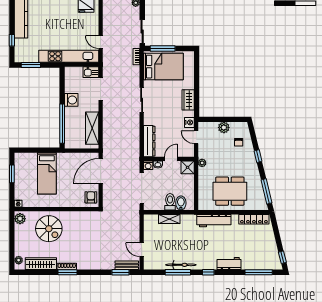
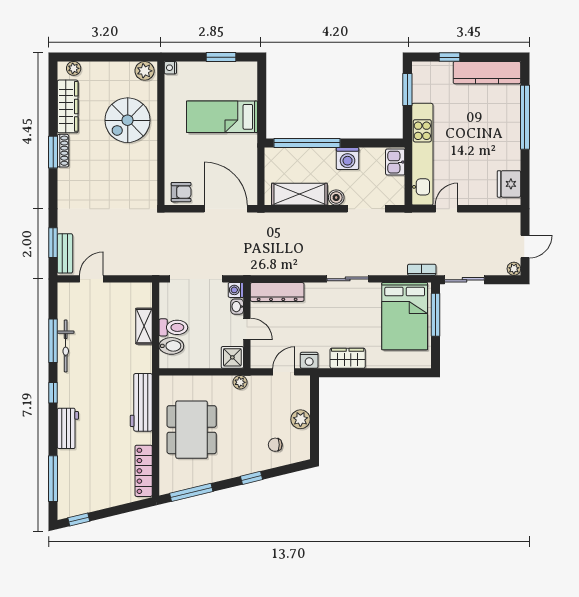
kitchen sink: (91, 72) -> (395, 162), moved
boiler: (94, 107) -> (336, 197), added

